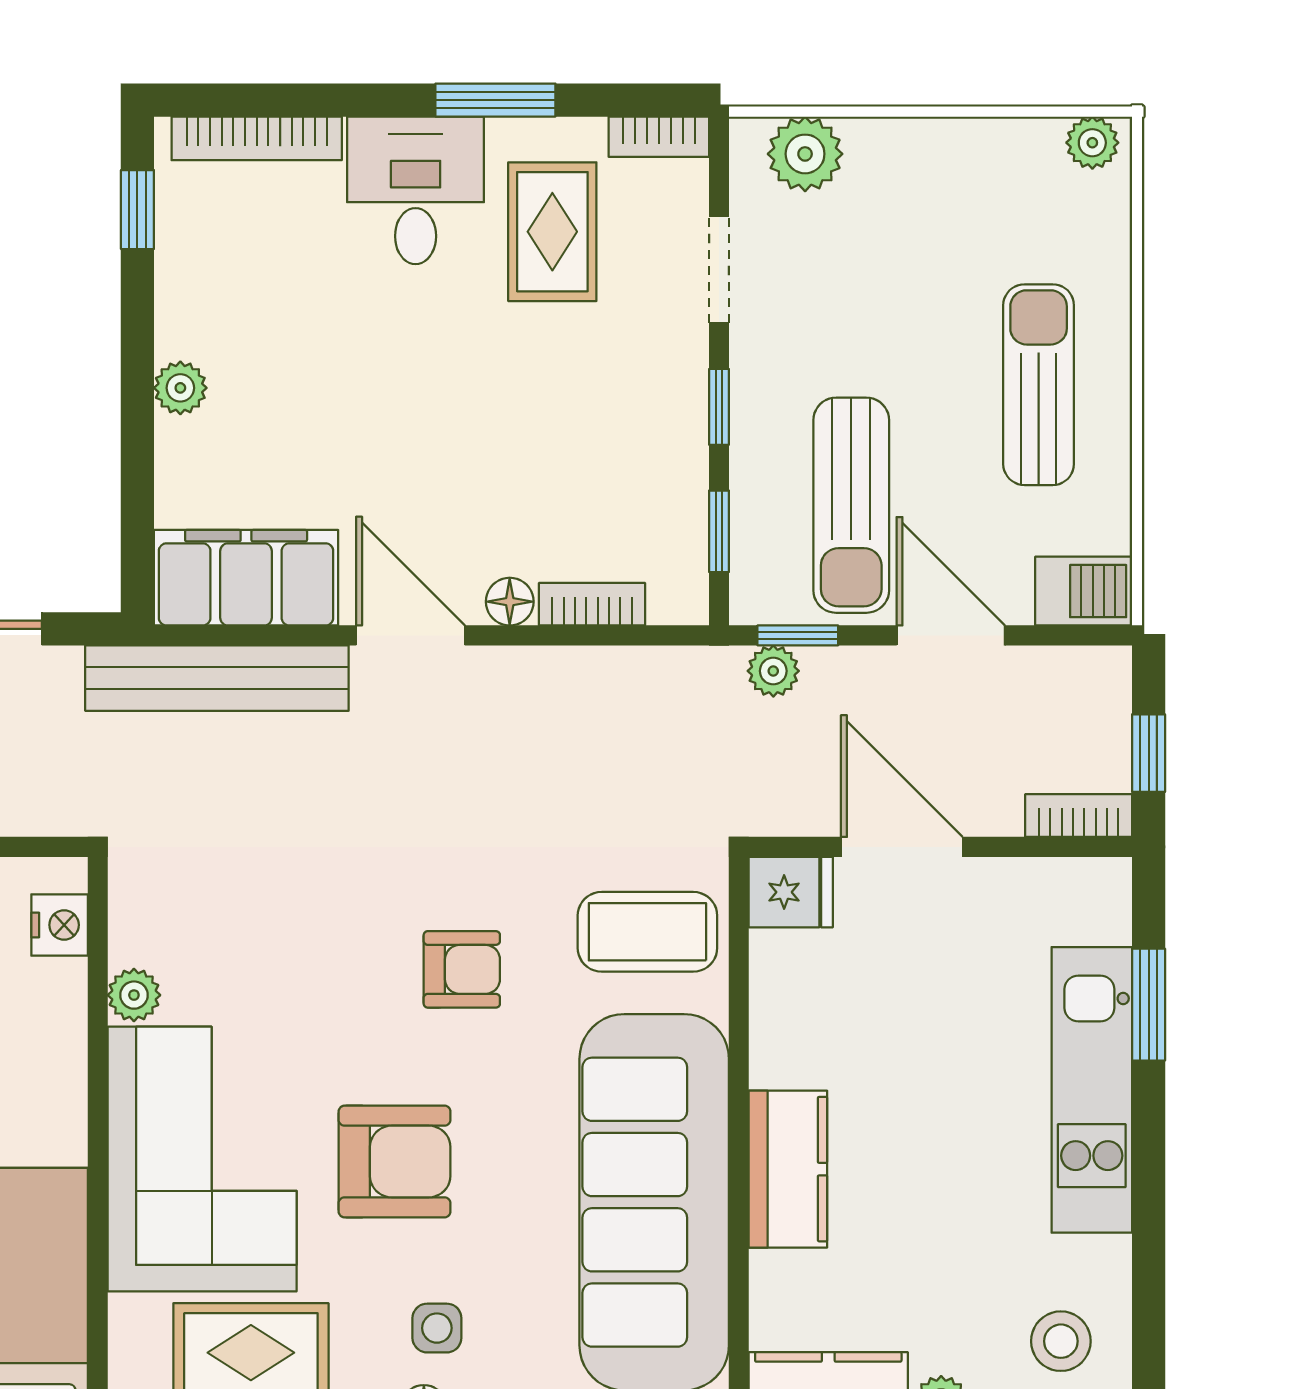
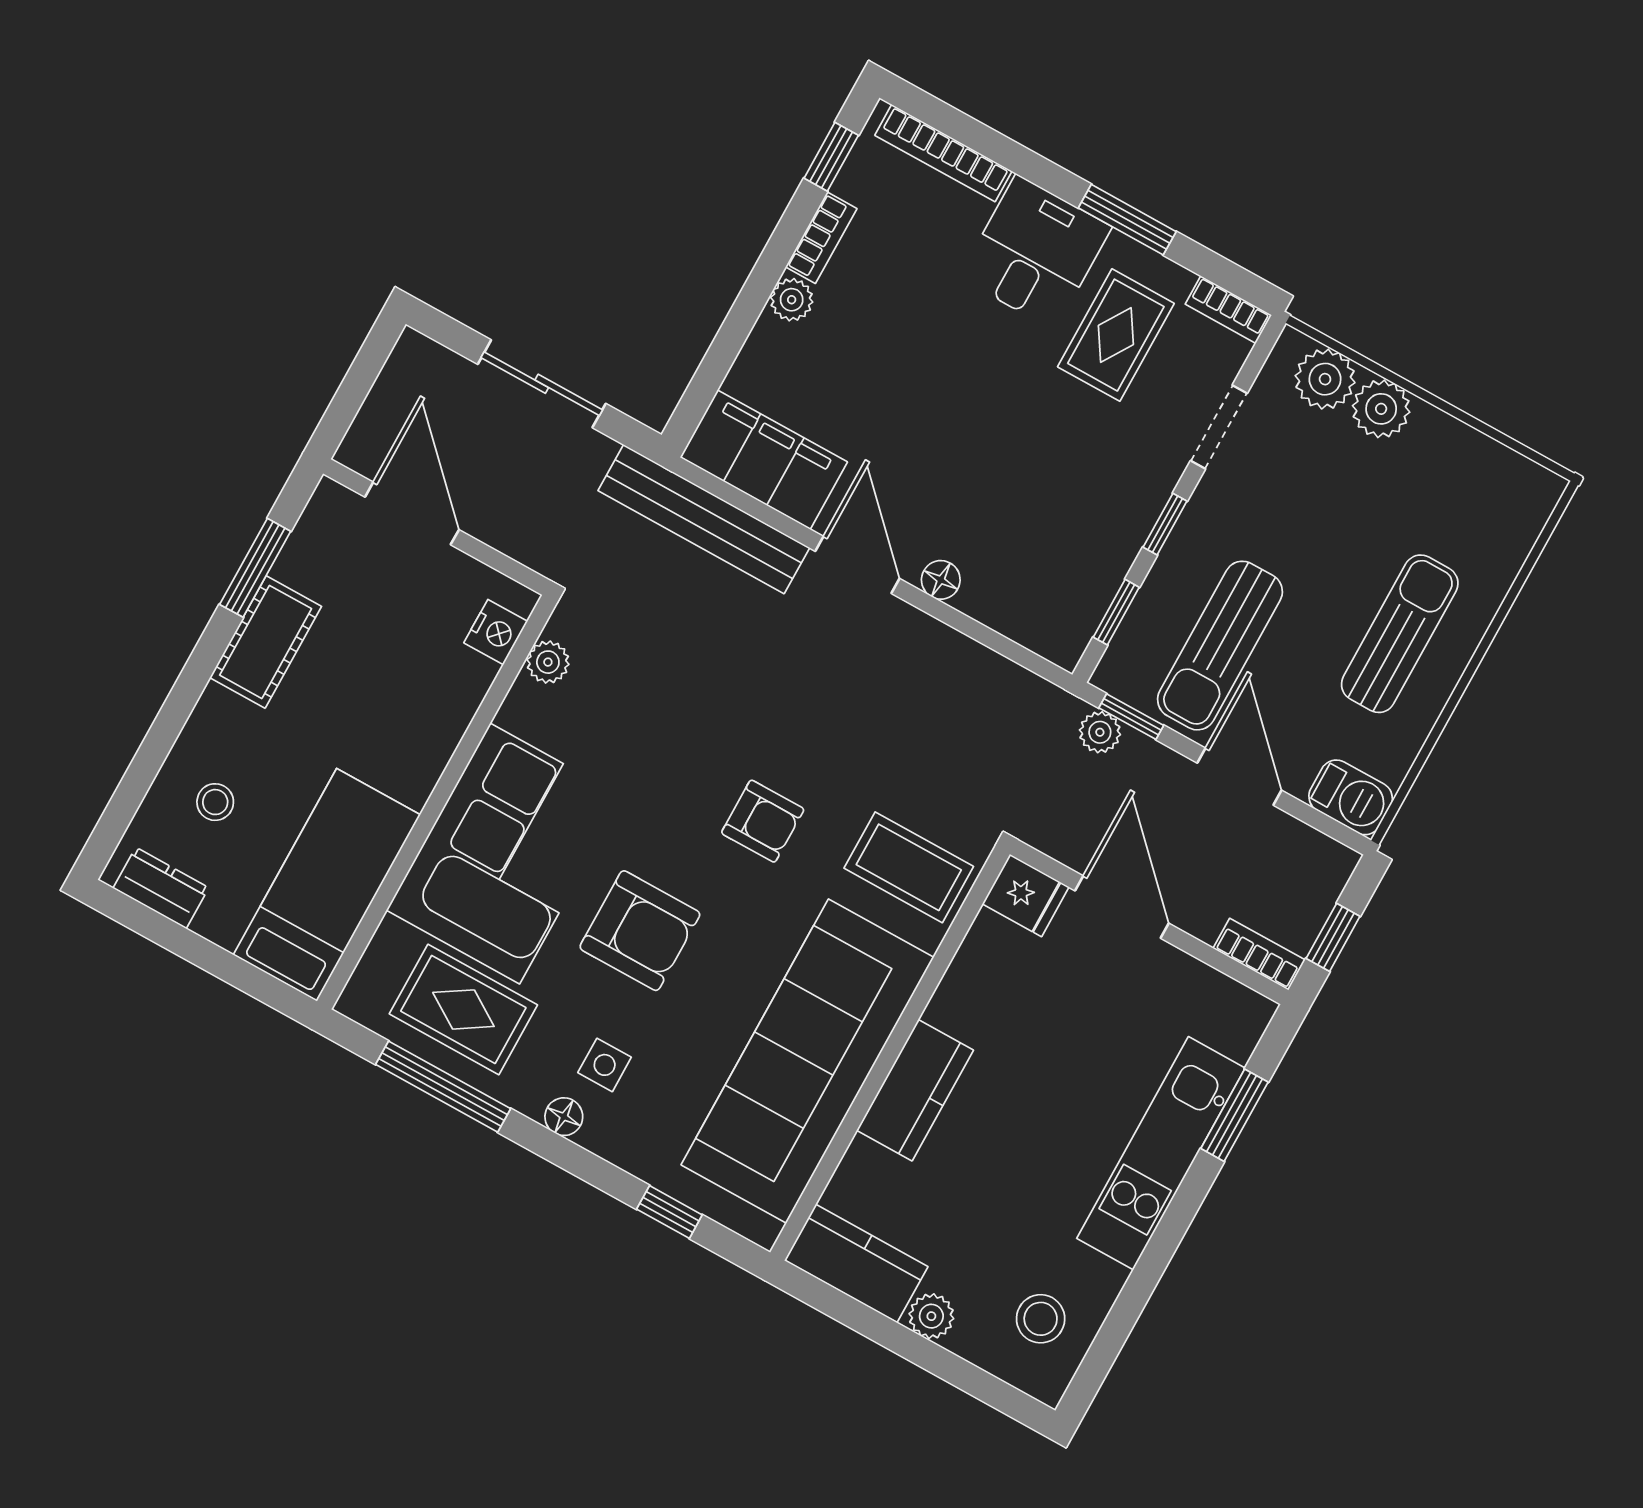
plant: (1092, 143) -> (1381, 409), moved, width x1.38, depth x1.38
bookcase: (592, 604) -> (821, 238), moved, turned 90
plant: (134, 995) -> (548, 662), moved

